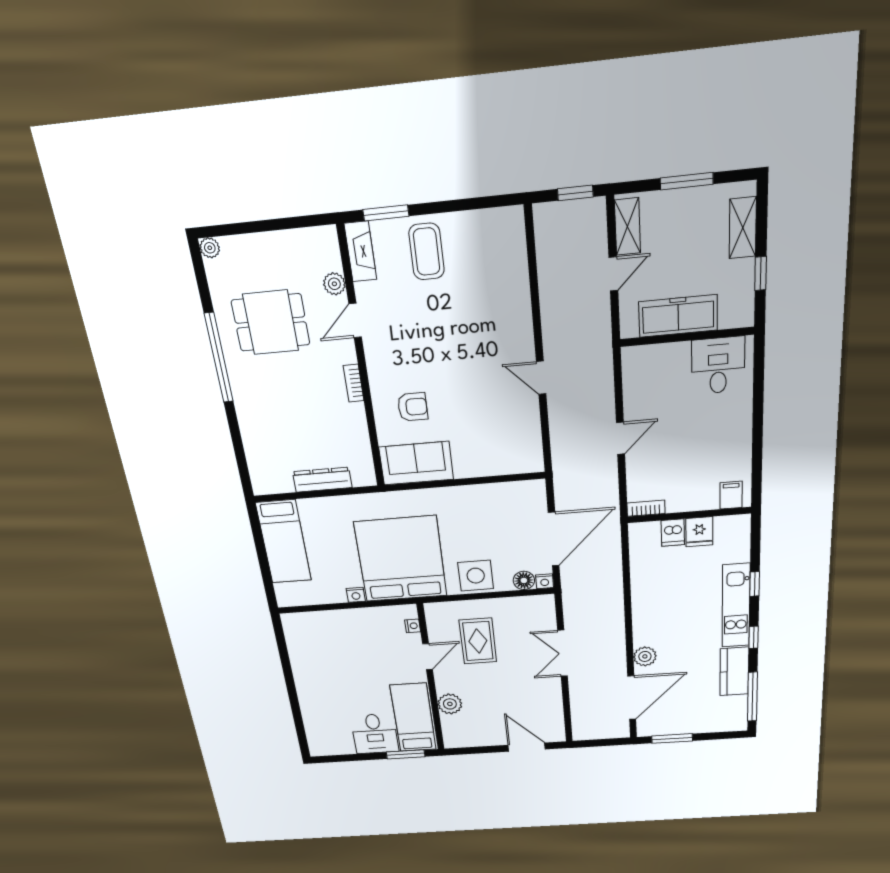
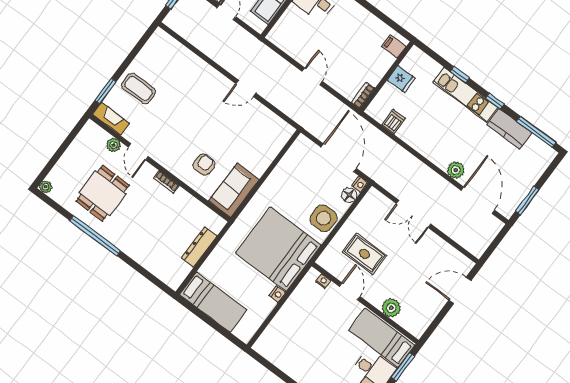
dishwasher: (673, 533) -> (394, 122), moved, turned -90

